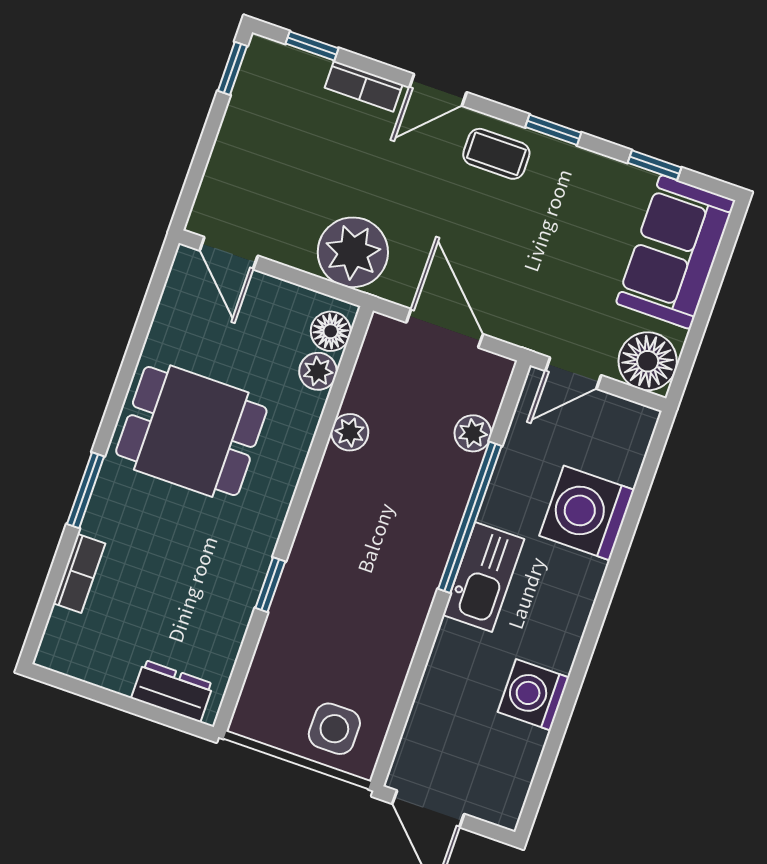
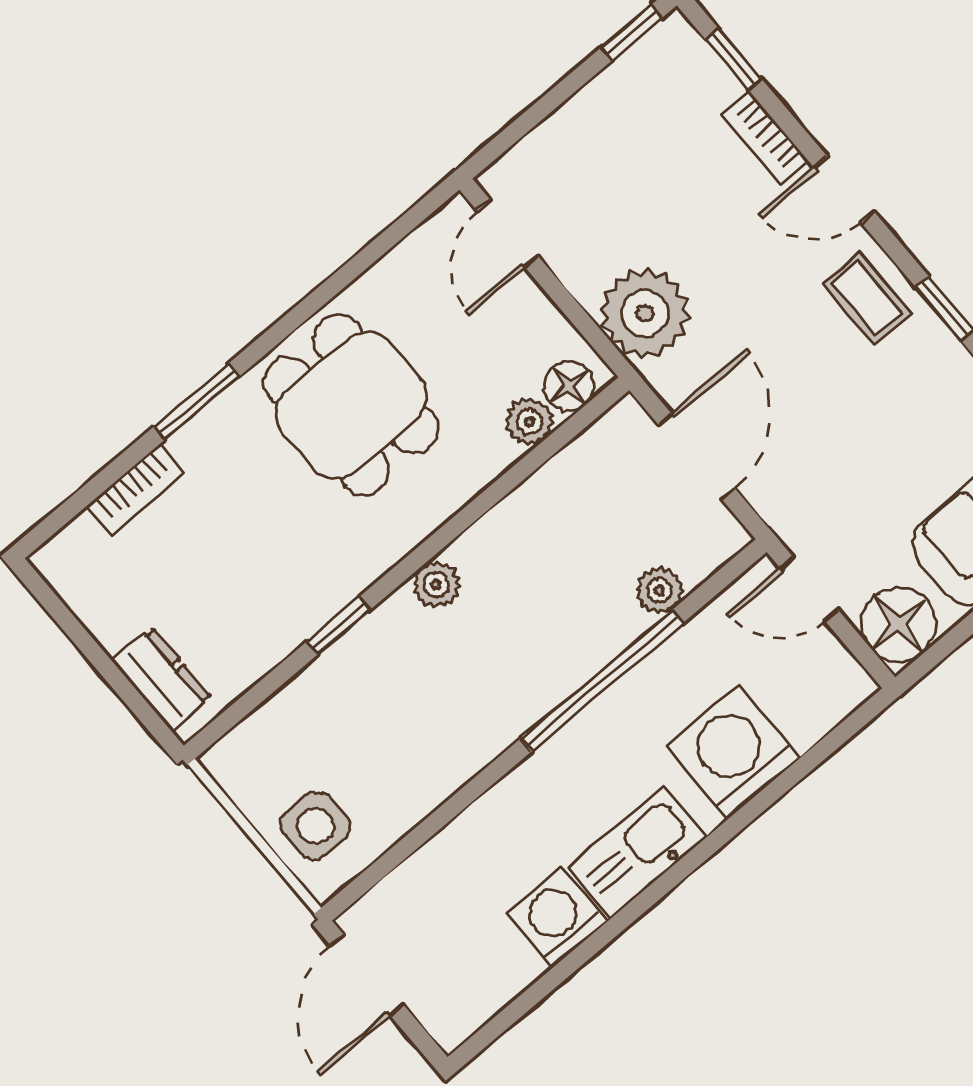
plant: (350, 432) -> (436, 585), moved
kitchen sink: (484, 577) -> (637, 853), moved, turned 180

